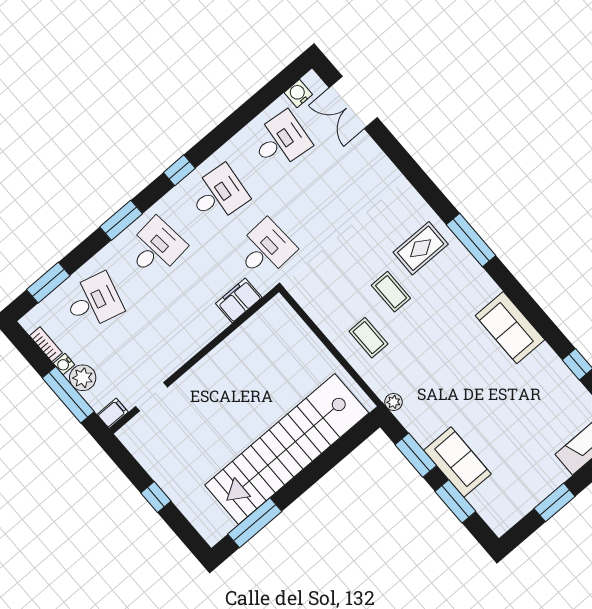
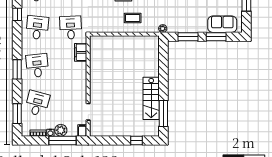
window: (179, 170) -> (17, 14), moved
stairs: (287, 449) -> (151, 98), width x0.54, depth x0.66
sofa: (457, 462) -> (222, 24), moved
window: (156, 497) -> (137, 140), moved

